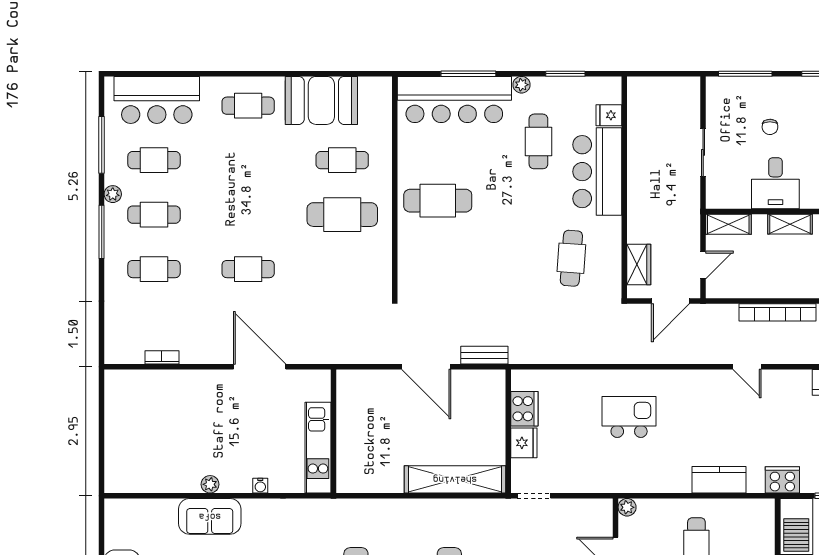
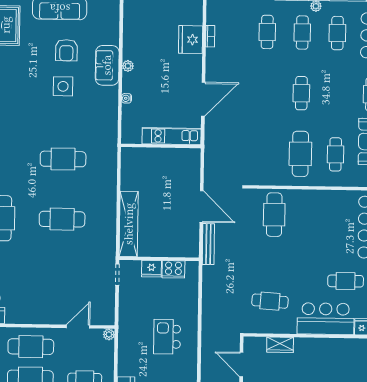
cafe table: (438, 201) -> (274, 215), moved
wardrobe: (639, 265) -> (280, 345), moved
cafe table: (248, 269) -> (301, 93), moved
bench: (484, 355) -> (208, 244), width x1.36
door: (426, 367) -> (201, 206), swing flipped
fridge: (168, 388) -> (191, 40), added
kitchen island: (629, 417) -> (167, 337), turned 180
kitchen unit: (318, 448) -> (172, 136), moved

